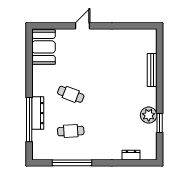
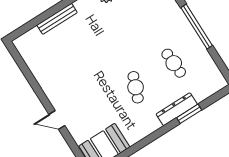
window: (29, 120) -> (189, 114), width x0.47
window: (72, 163) -> (197, 27), moved

